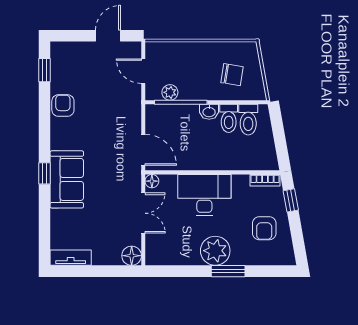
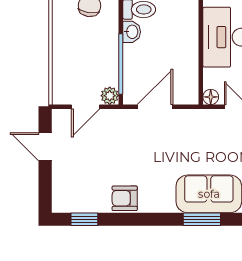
plant: (170, 92) -> (110, 96), moved
door: (143, 150) -> (155, 107), moved
window: (44, 173) -> (202, 219), width x1.50

